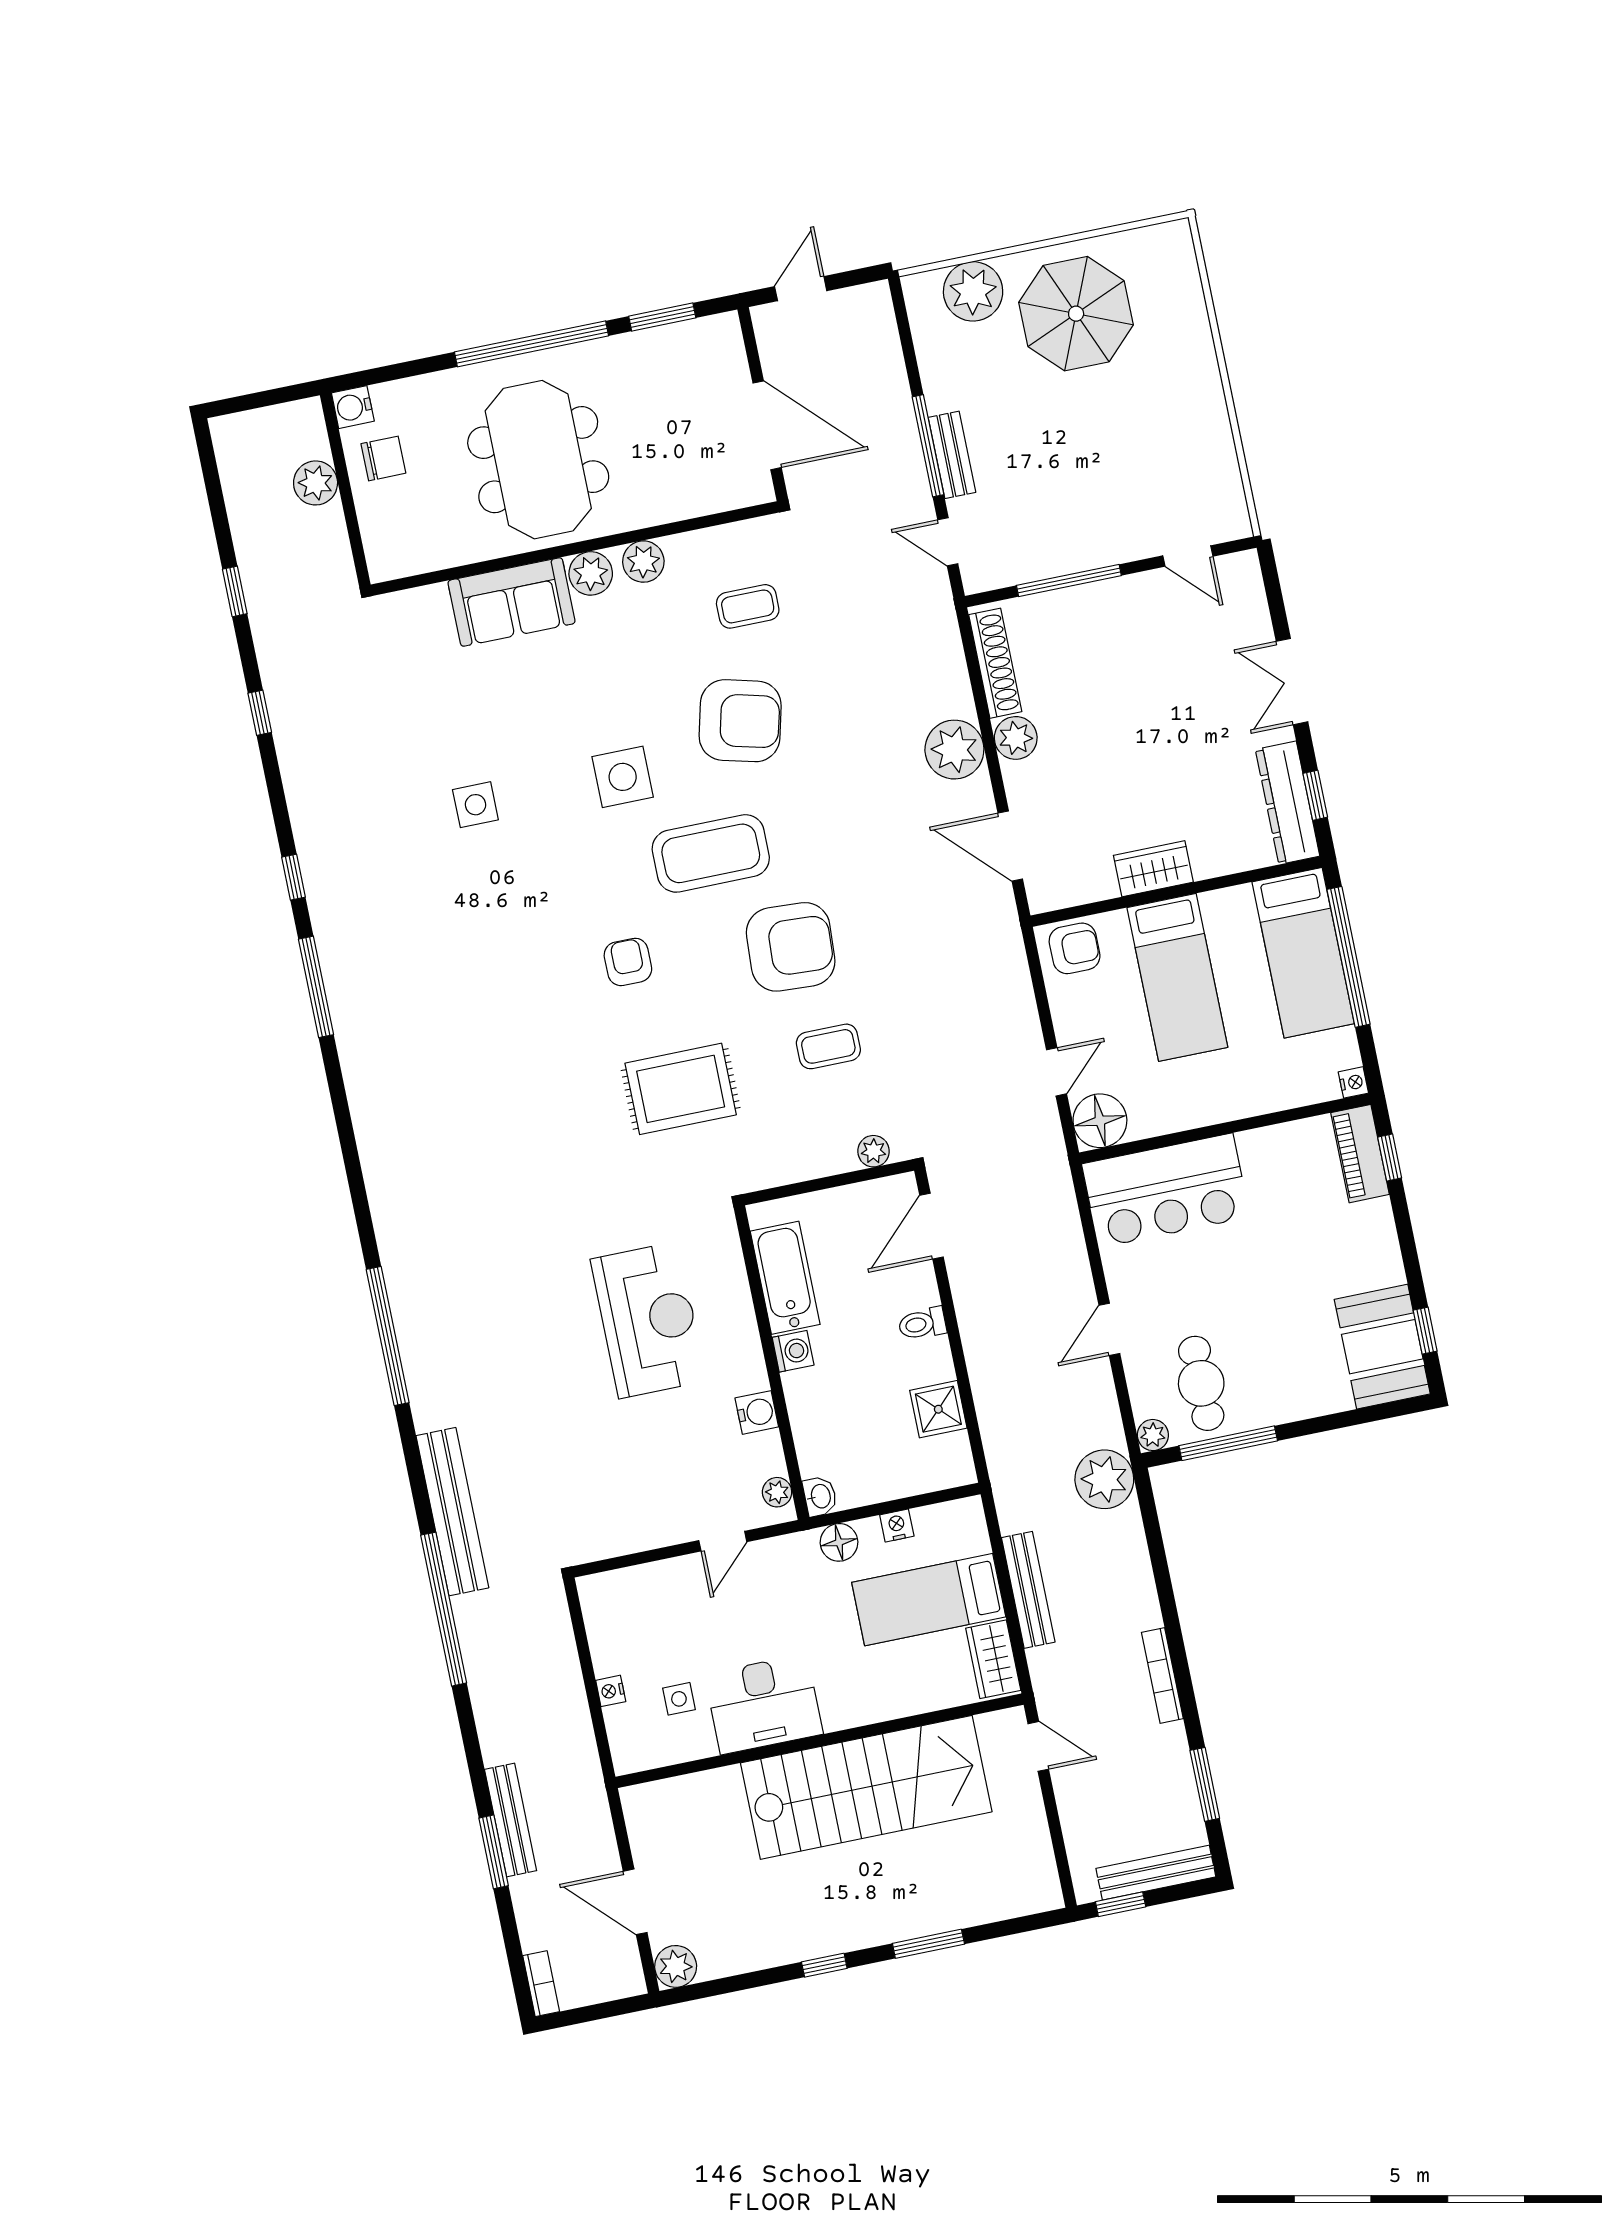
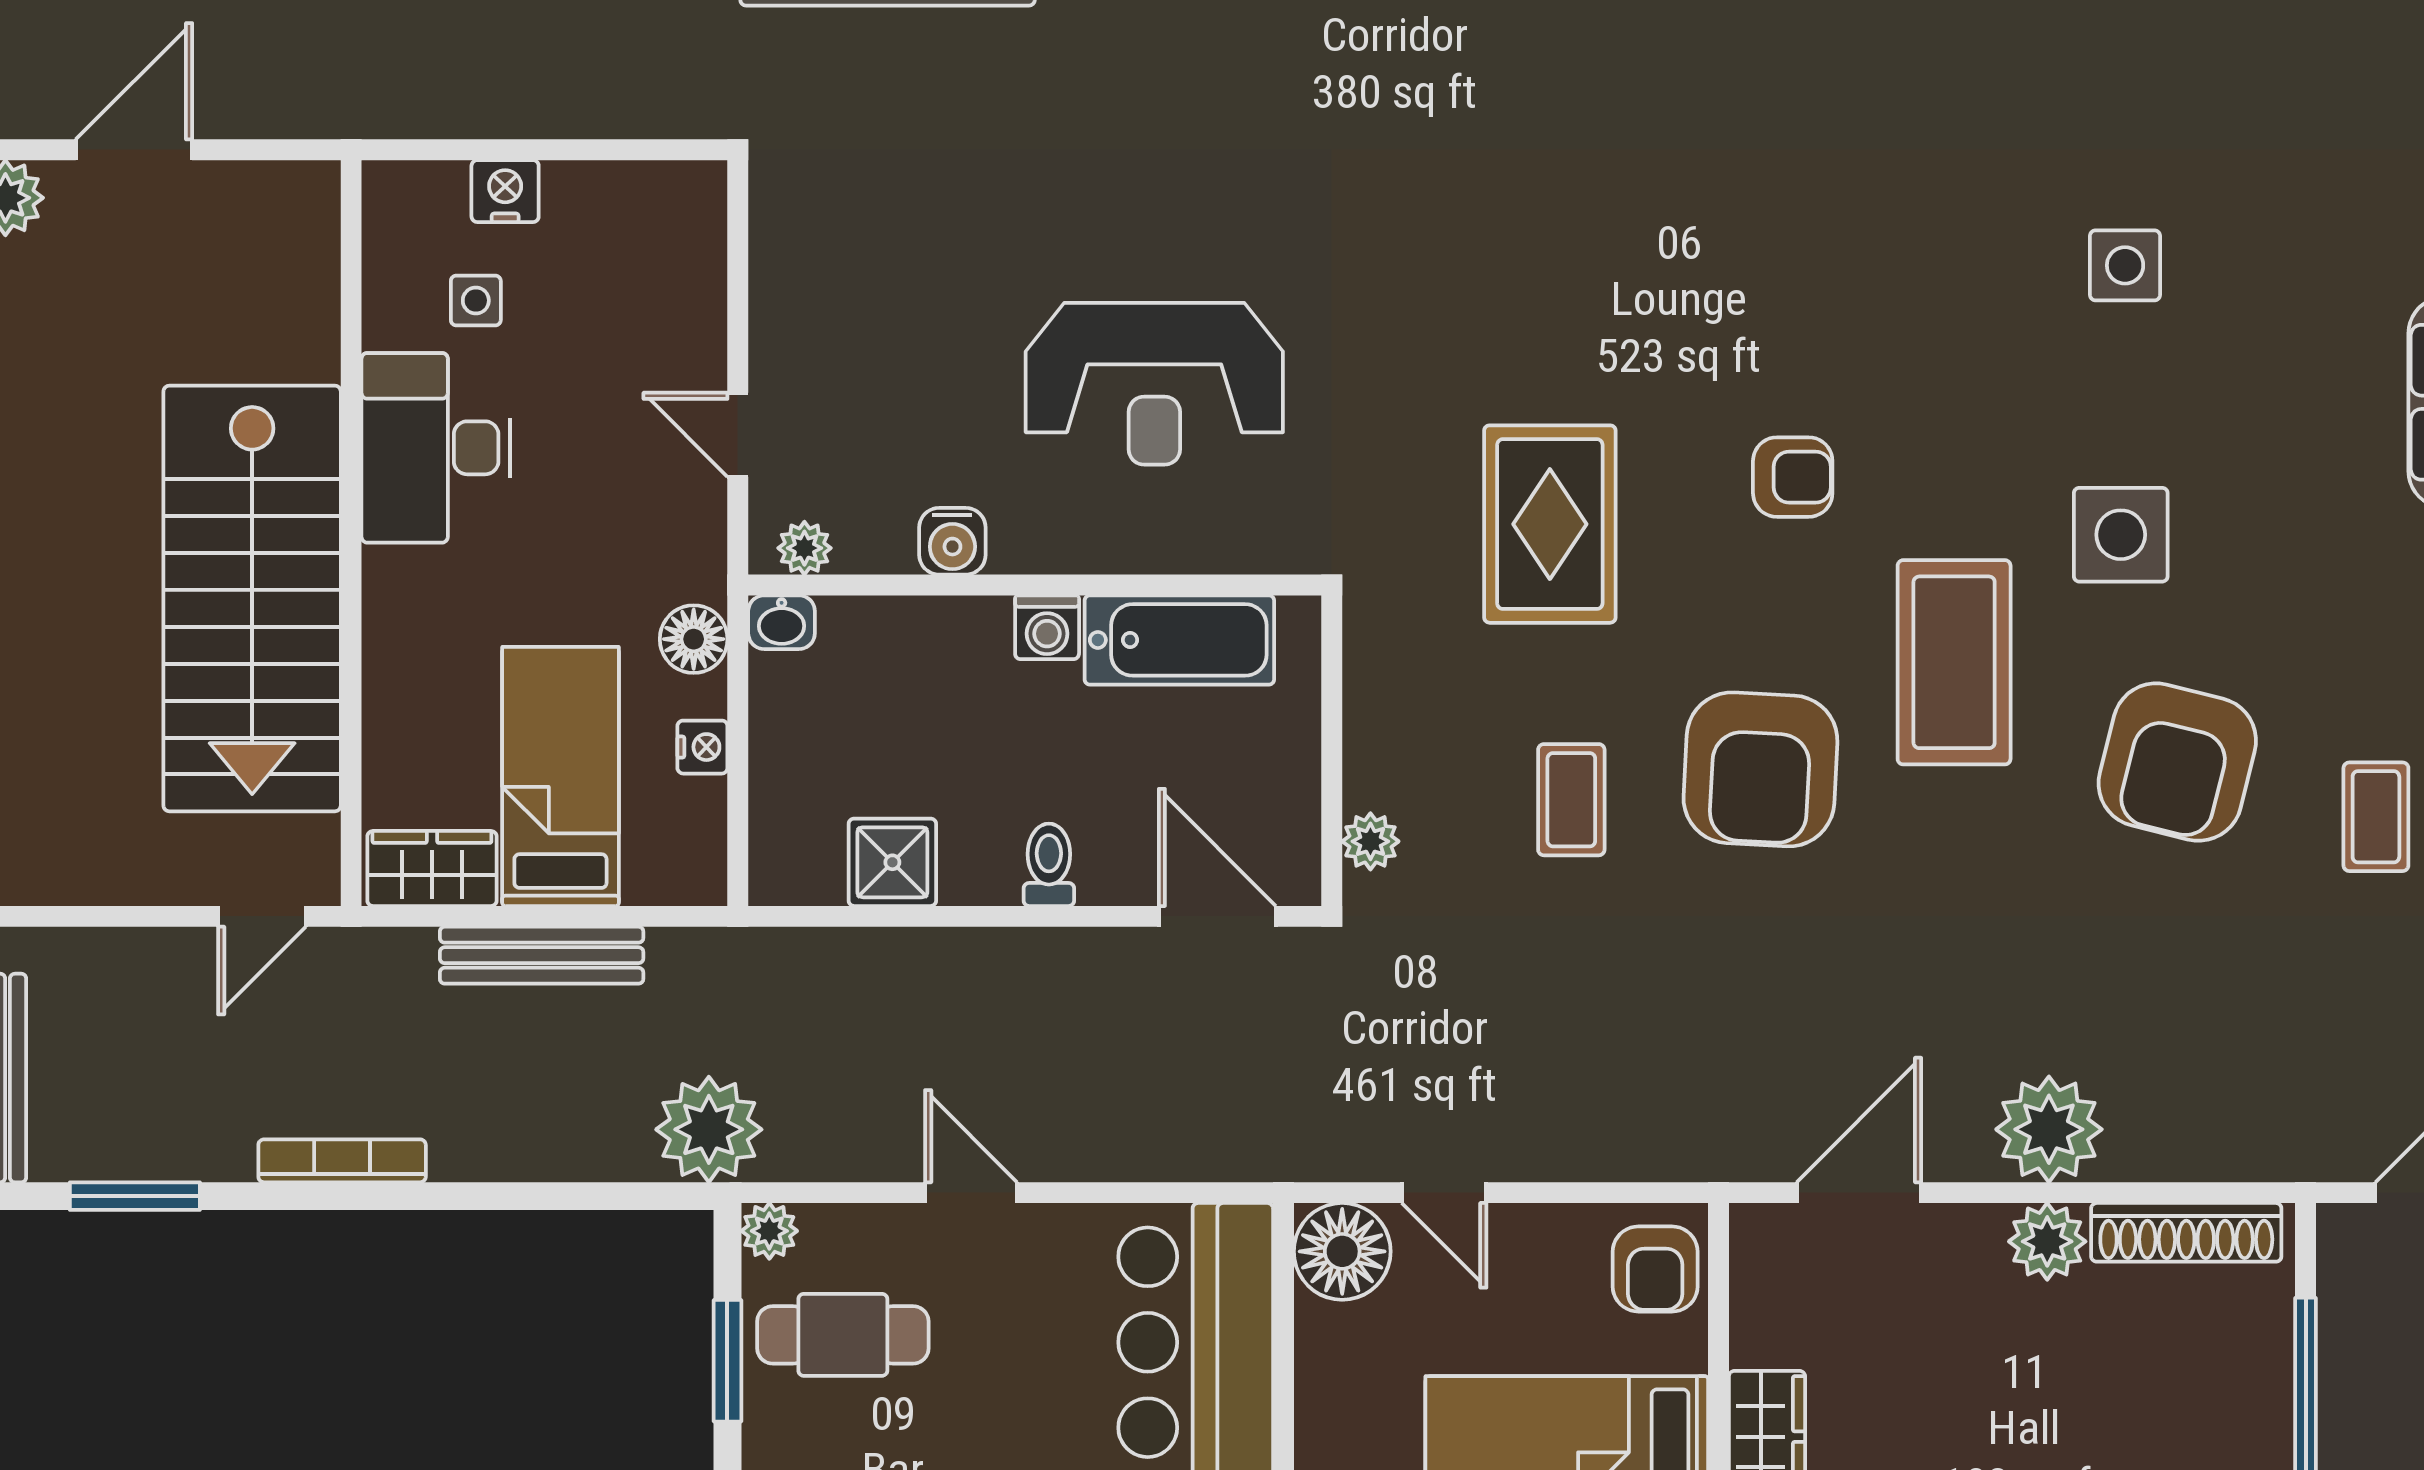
window: (1228, 1443) -> (727, 1361), width x0.69
nightstand: (611, 1691) -> (505, 191), width x1.39, depth x1.35

